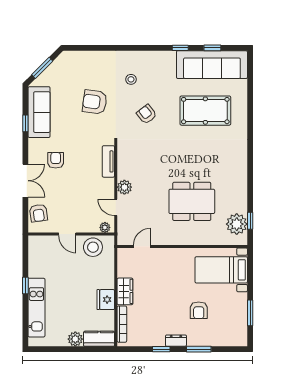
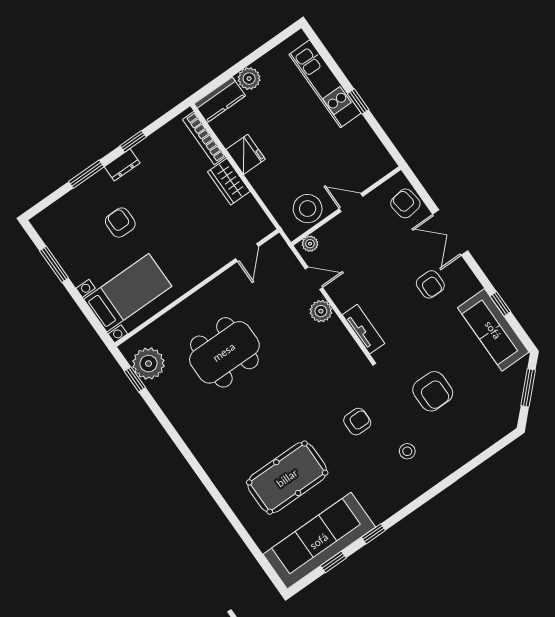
armchair: (95, 102) -> (433, 391), turned 82
armchair: (147, 114) -> (357, 422), turned -52

